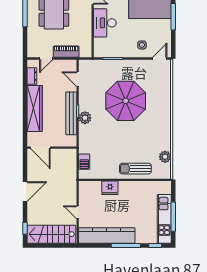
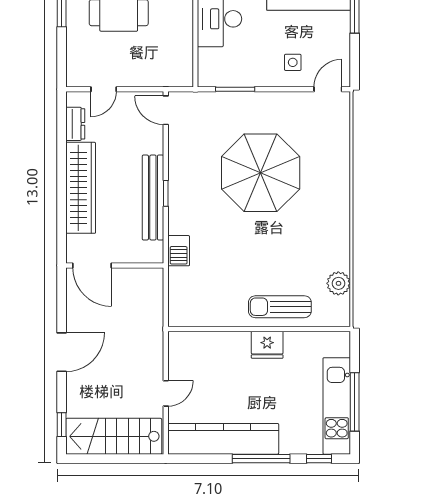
piano: (66, 52) -> (143, 76), removed
door: (78, 79) -> (166, 110), moved
plant: (85, 118) -> (180, 206), removed
barbecue: (84, 162) -> (179, 251), moved
fridge: (110, 188) -> (267, 345), moved
door: (78, 212) -> (166, 393), swing flipped

